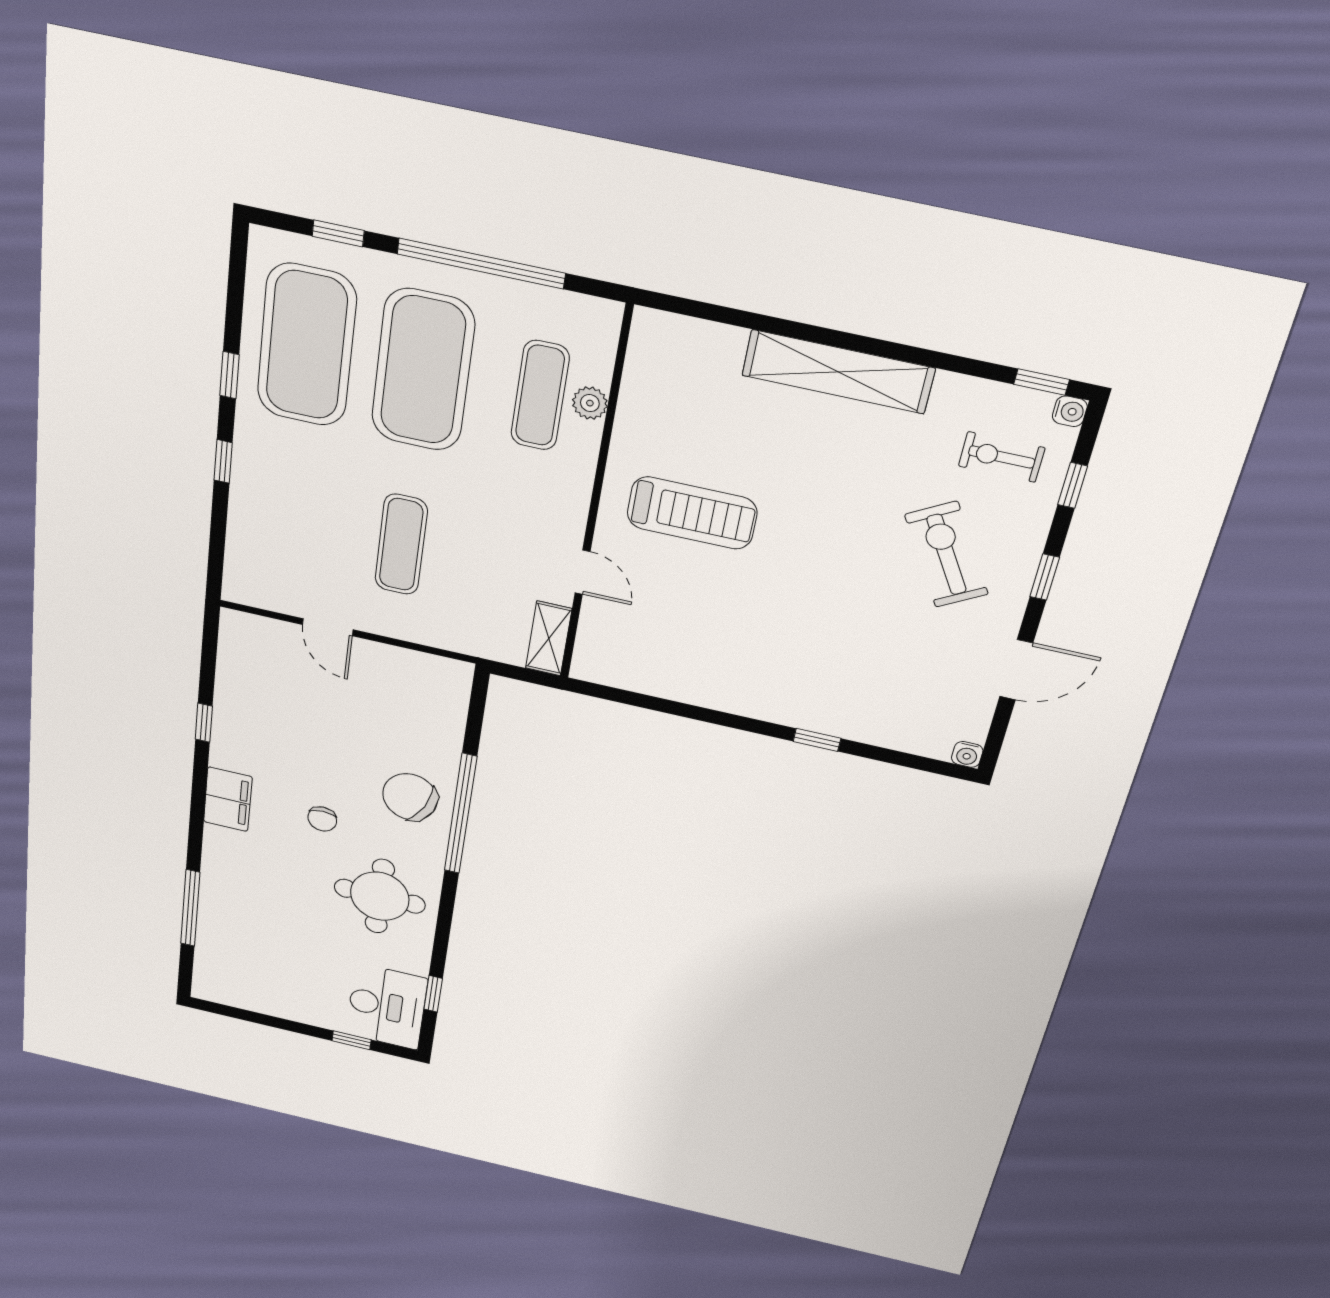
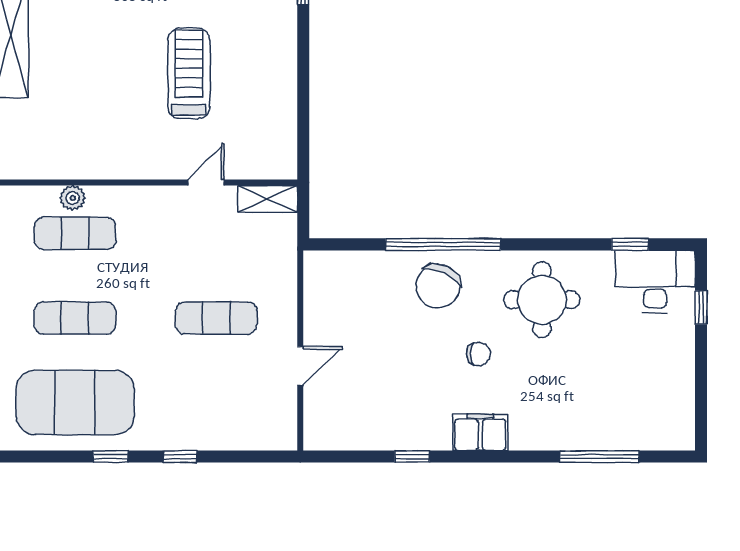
exercise mat: (423, 370) -> (75, 318), width x0.50, depth x0.69
treadmill: (692, 513) -> (189, 73), moved

